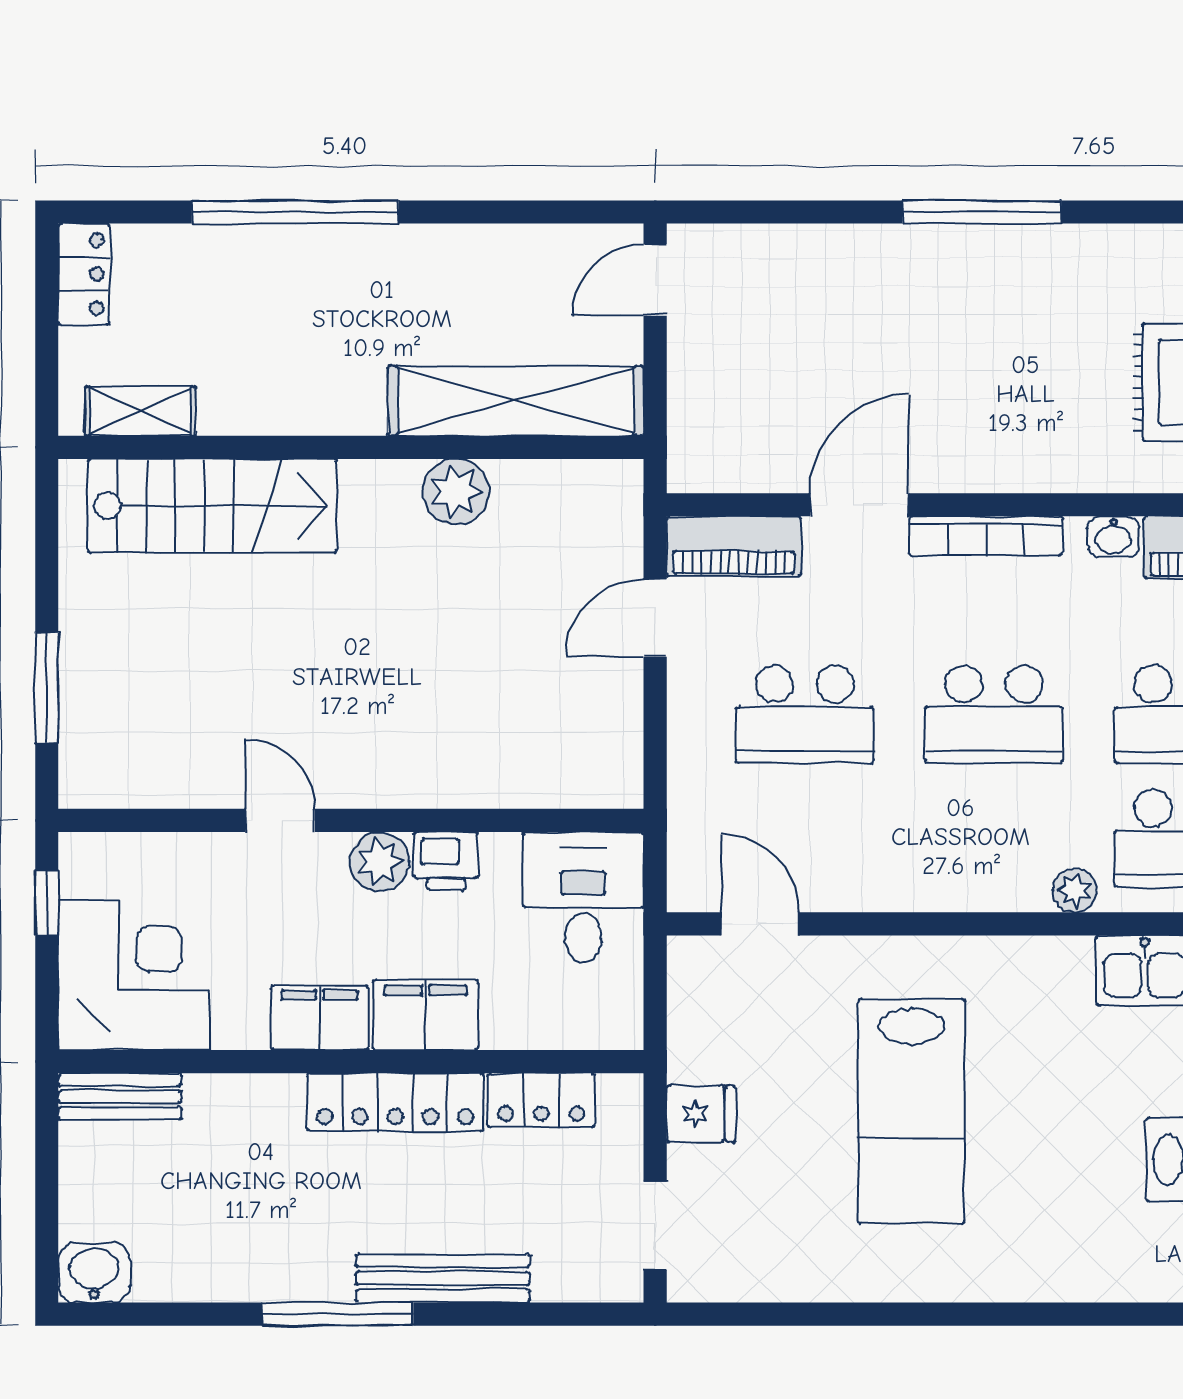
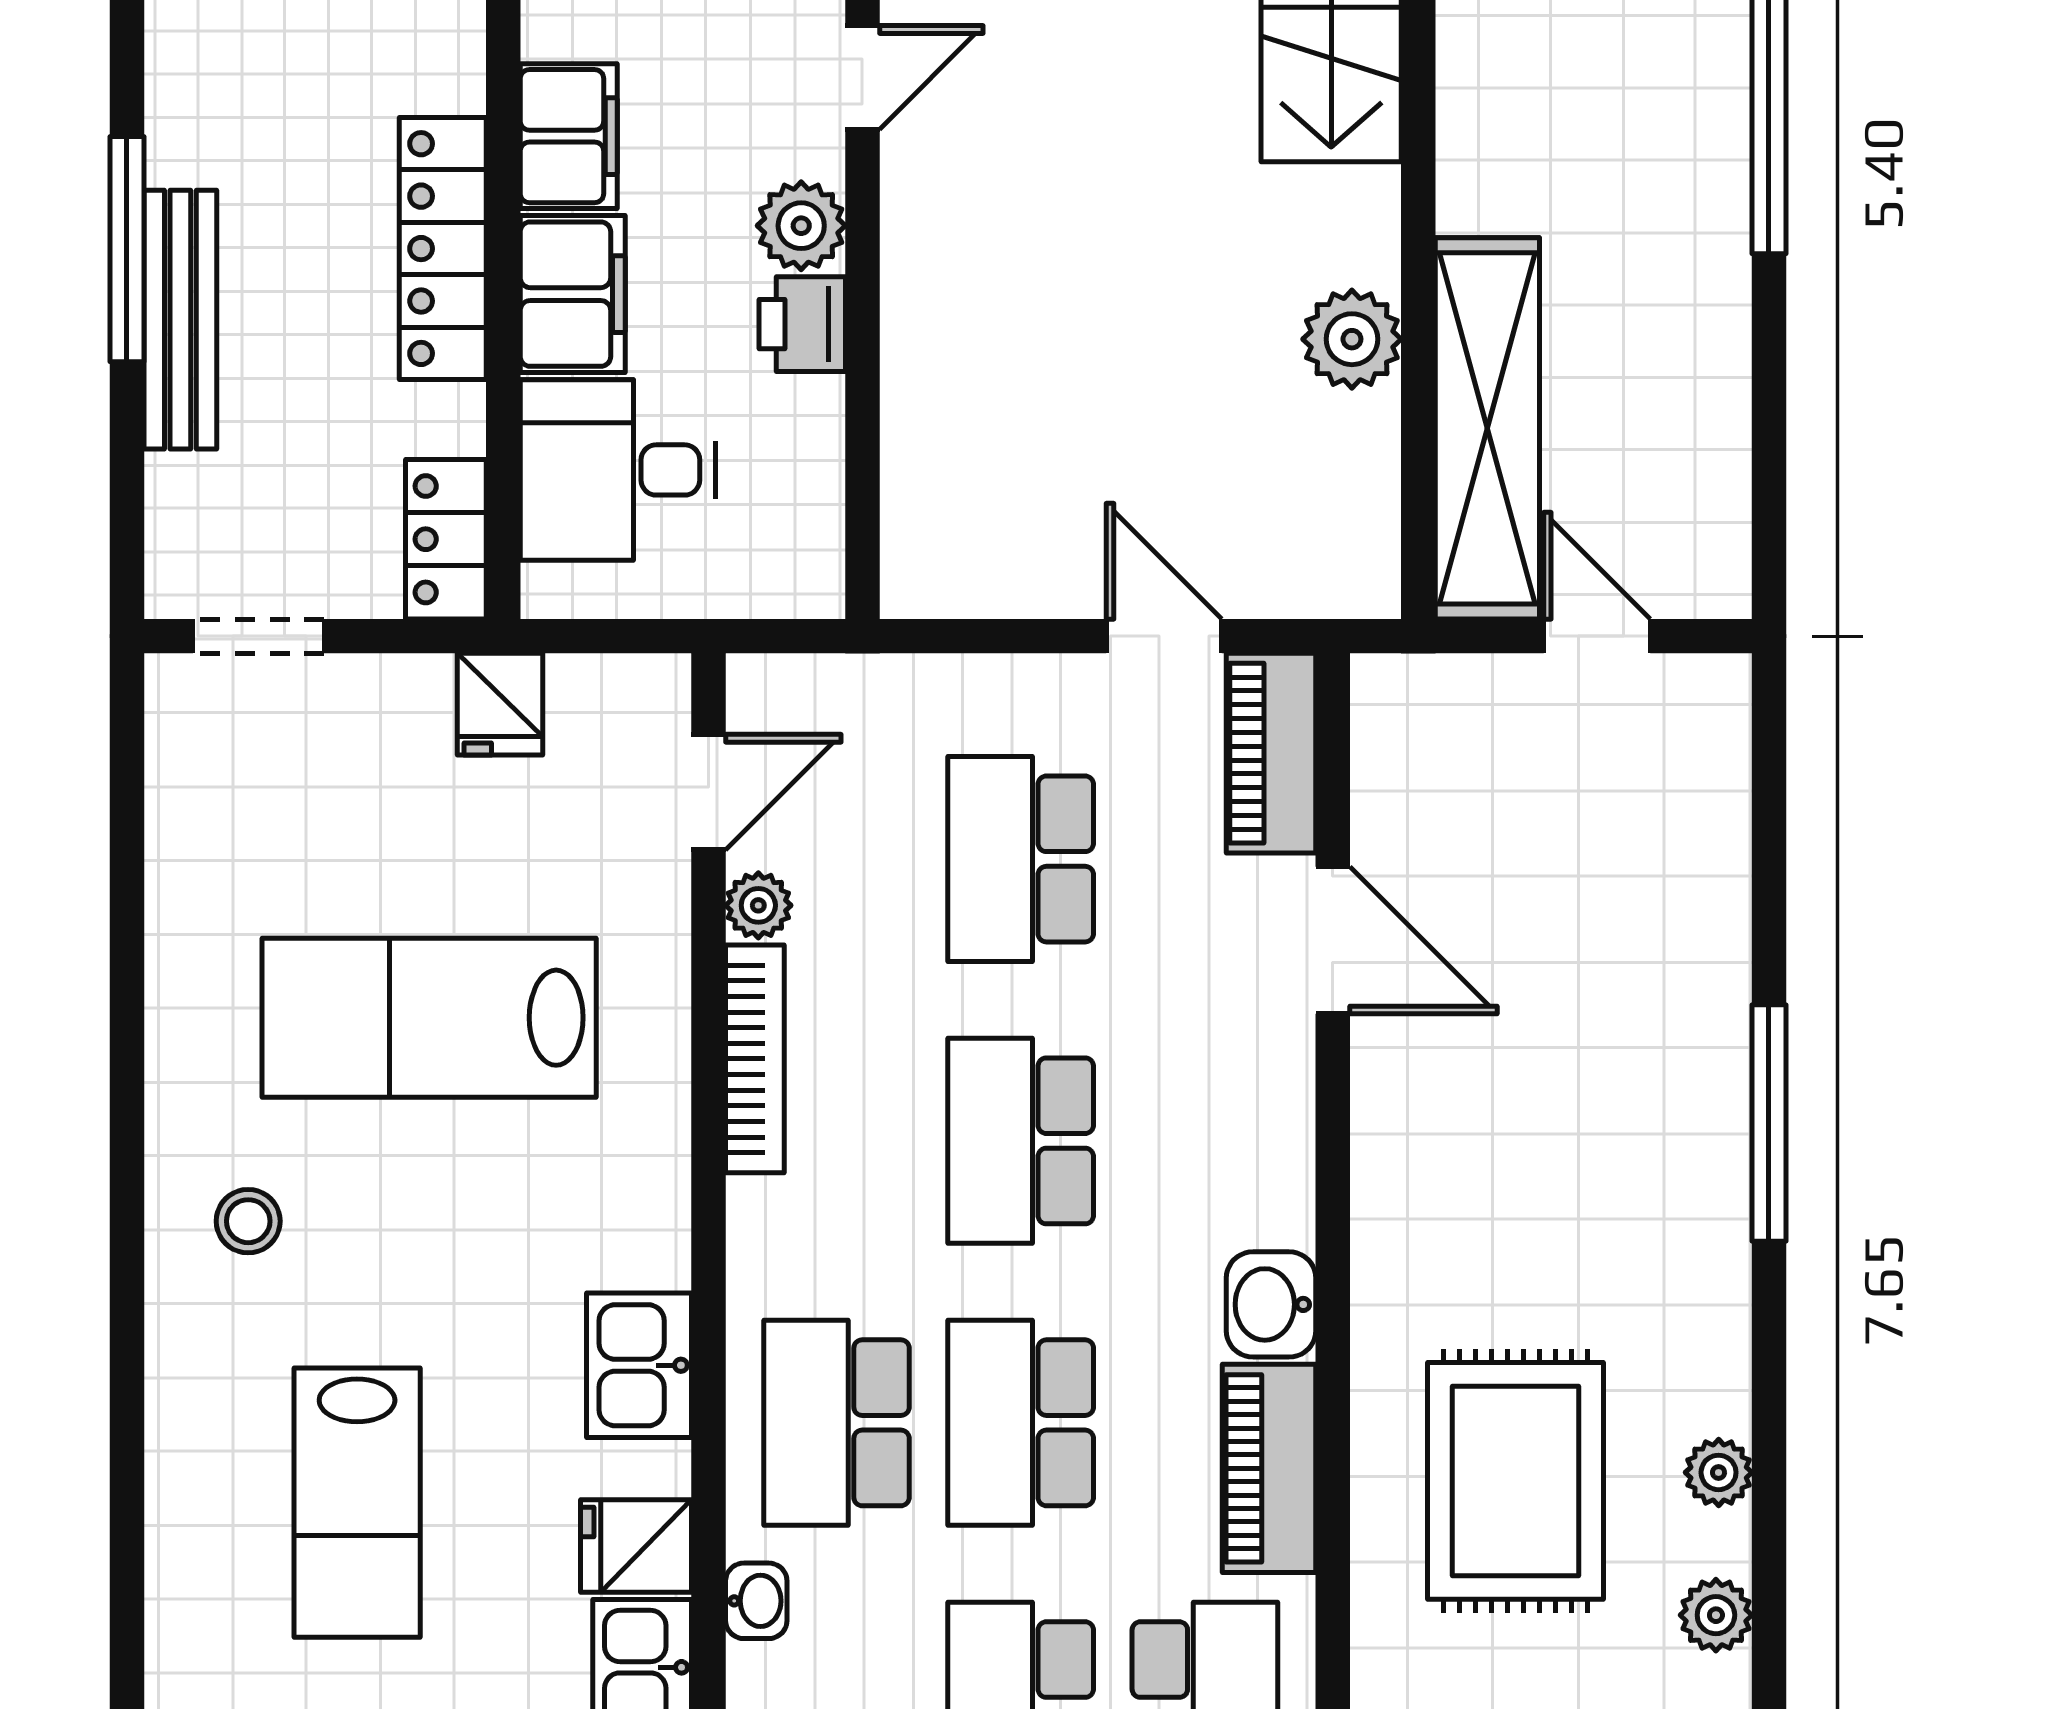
door: (655, 280) -> (1597, 636), moved
bookcase: (986, 536) -> (755, 1059), moved, turned 180
washbasin: (1114, 537) -> (1271, 1304), width x1.38, depth x1.45
plant: (1075, 890) -> (758, 905), moved
desk: (583, 897) -> (618, 470), moved, turned 180
locker: (541, 1100) -> (446, 539), moved
fridge: (701, 1114) -> (500, 704), moved
stool: (1048, 1233) -> (248, 1221), added
window: (338, 1314) -> (127, 249), moved

